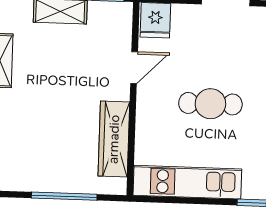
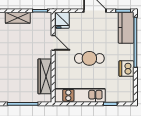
door: (134, 68) -> (53, 43), hinge flipped

